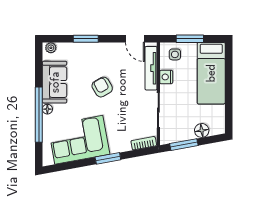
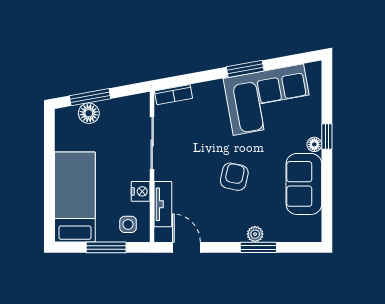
plant: (51, 48) -> (255, 234), moved
tv unit: (151, 68) -> (163, 204), width x0.71
armchair: (102, 87) -> (234, 177), turned -138
window: (39, 115) -> (327, 136), width x0.32
window: (184, 145) -> (90, 97), moved
window: (108, 158) -> (245, 69), moved

